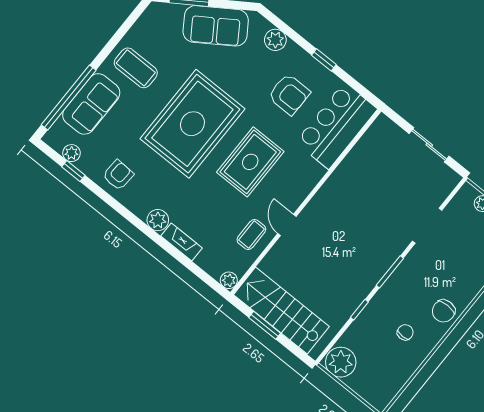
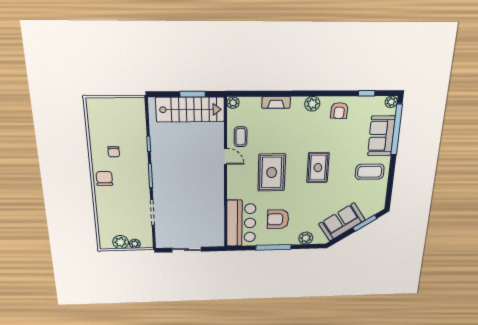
window: (324, 60) -> (273, 247), width x2.17
rug: (192, 124) -> (318, 168), width x0.54, depth x0.49
plant: (71, 153) -> (391, 102), moved
plant: (158, 220) -> (312, 104), moved
plant: (341, 362) -> (133, 108), removed

